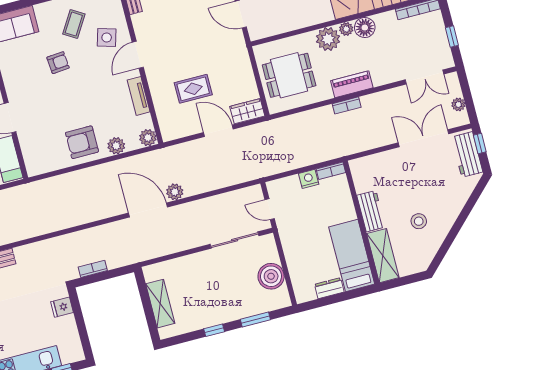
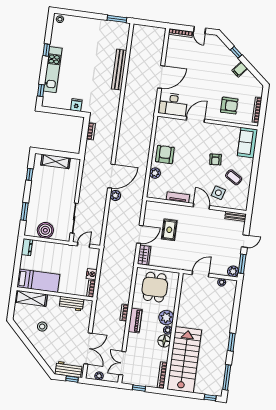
plant: (148, 138) -> (152, 193), removed
workbench: (371, 211) -> (71, 304), moved
dresser: (329, 288) -> (27, 247), moved
window: (214, 330) -> (30, 174), moved

